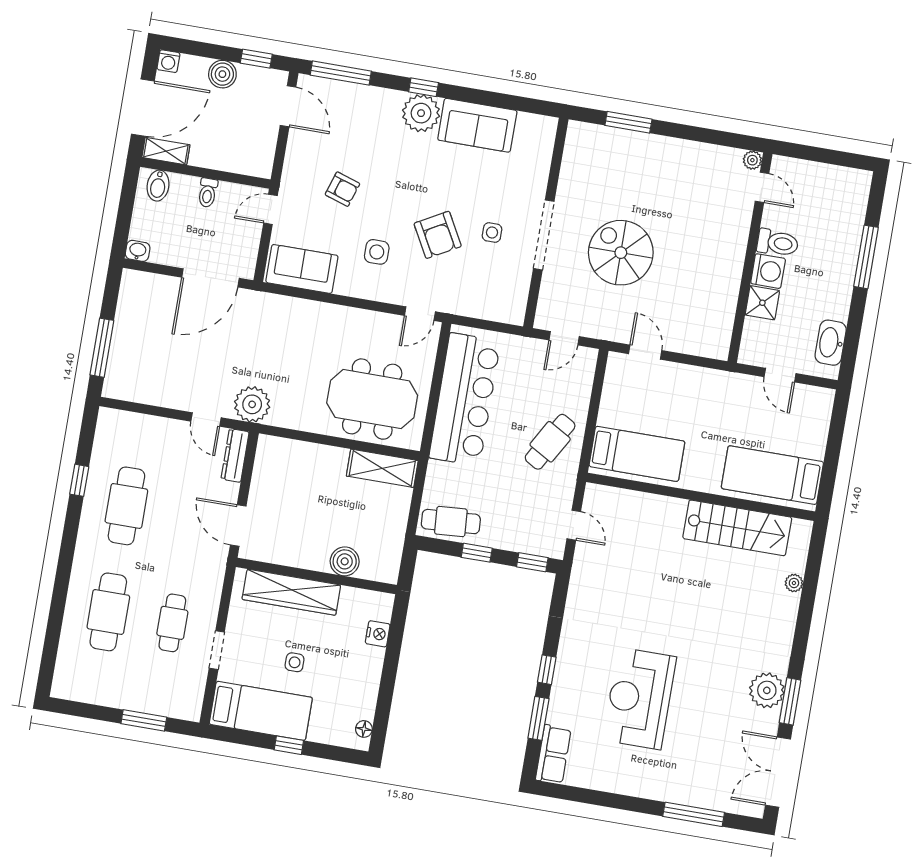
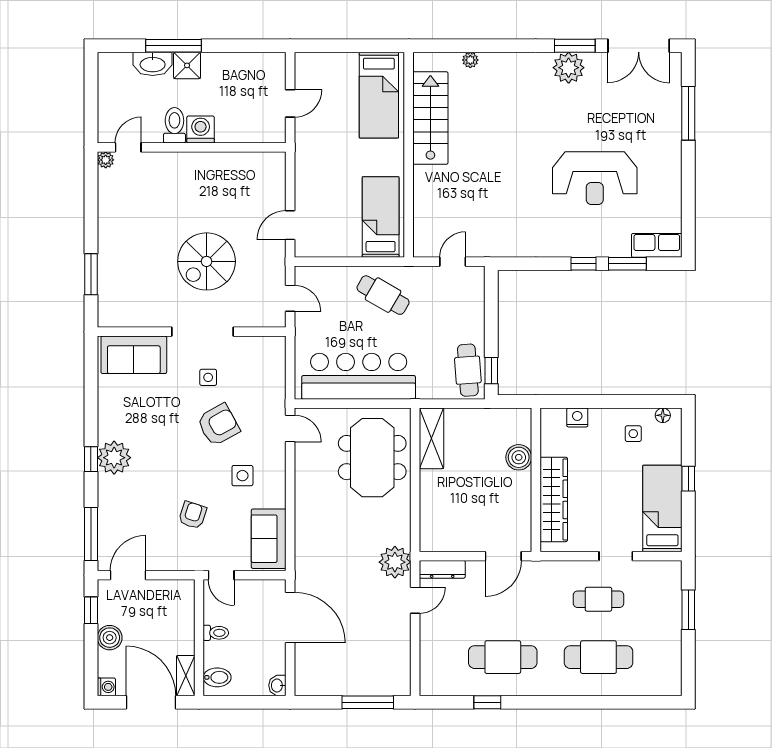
sofa: (477, 125) -> (134, 355), moved, turned 90
shower: (762, 303) -> (187, 65), moved
washbasin: (831, 343) -> (153, 64), moved
window: (477, 553) -> (491, 371), moved
window: (532, 562) -> (491, 293), removed
side table: (295, 662) -> (633, 434), moved

